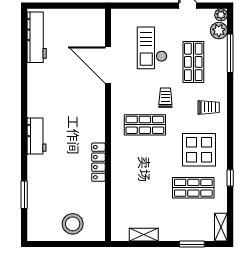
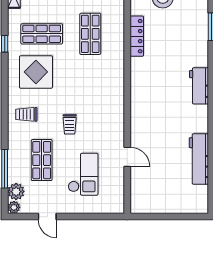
workbench: (37, 37) -> (199, 159), moved
door: (108, 65) -> (127, 157), width x0.53
shop shelf: (145, 125) -> (90, 34), moved, turned 90
locker: (98, 162) -> (137, 36), moved

